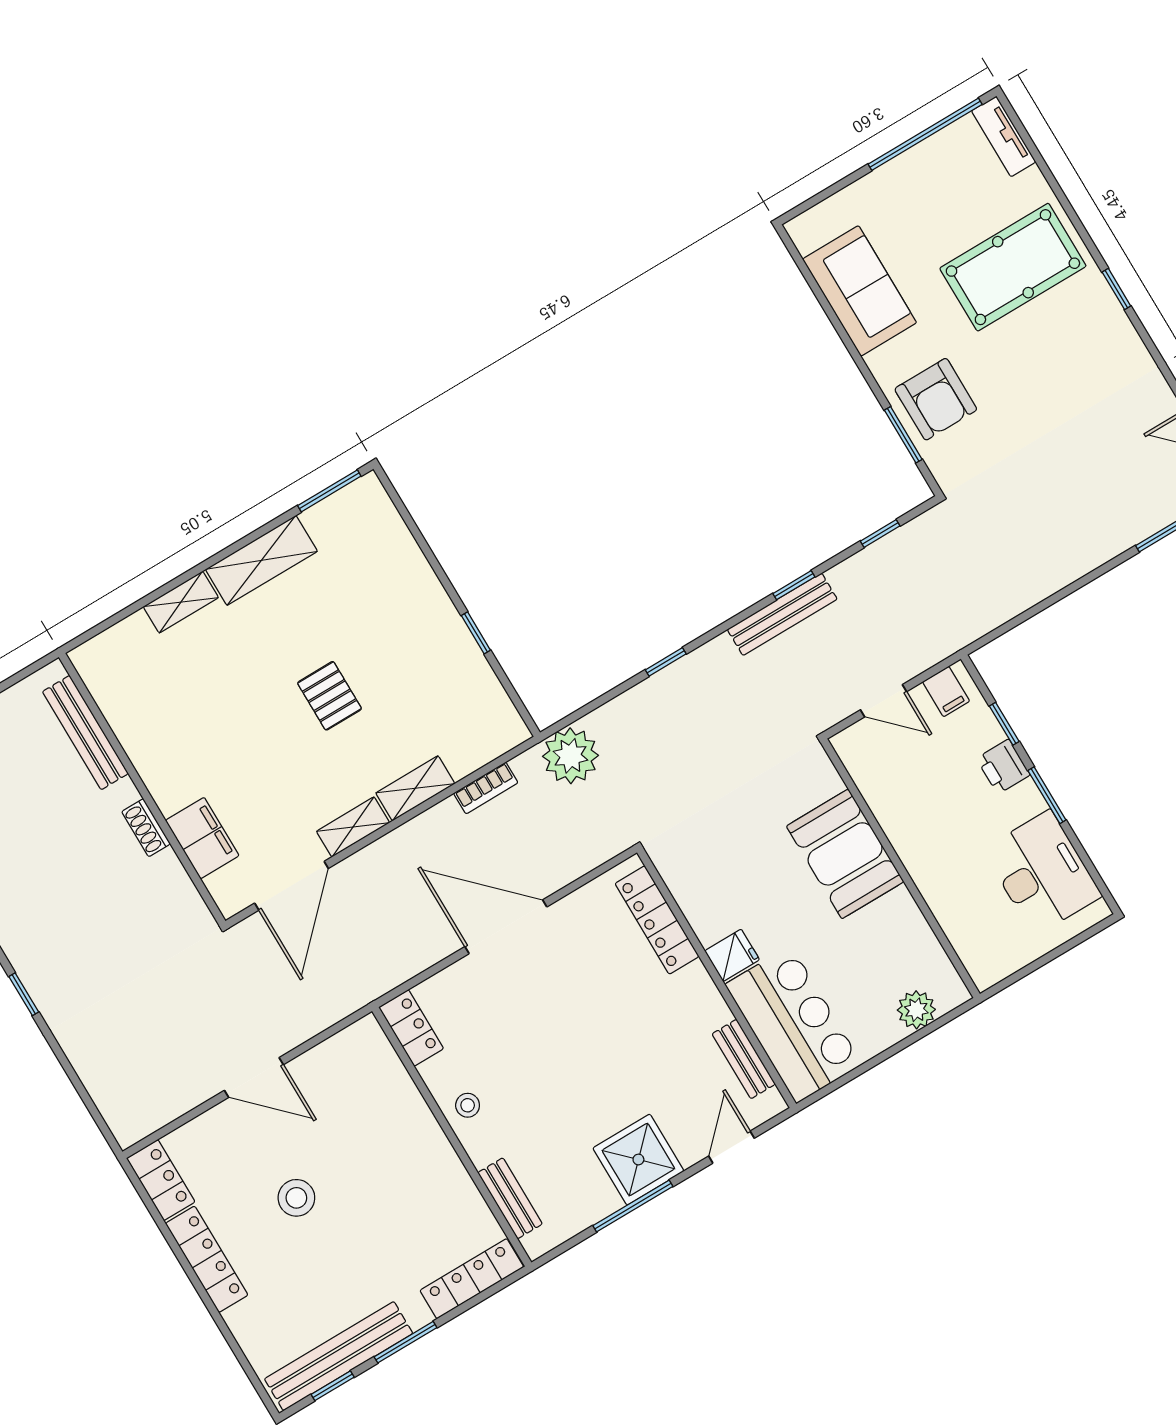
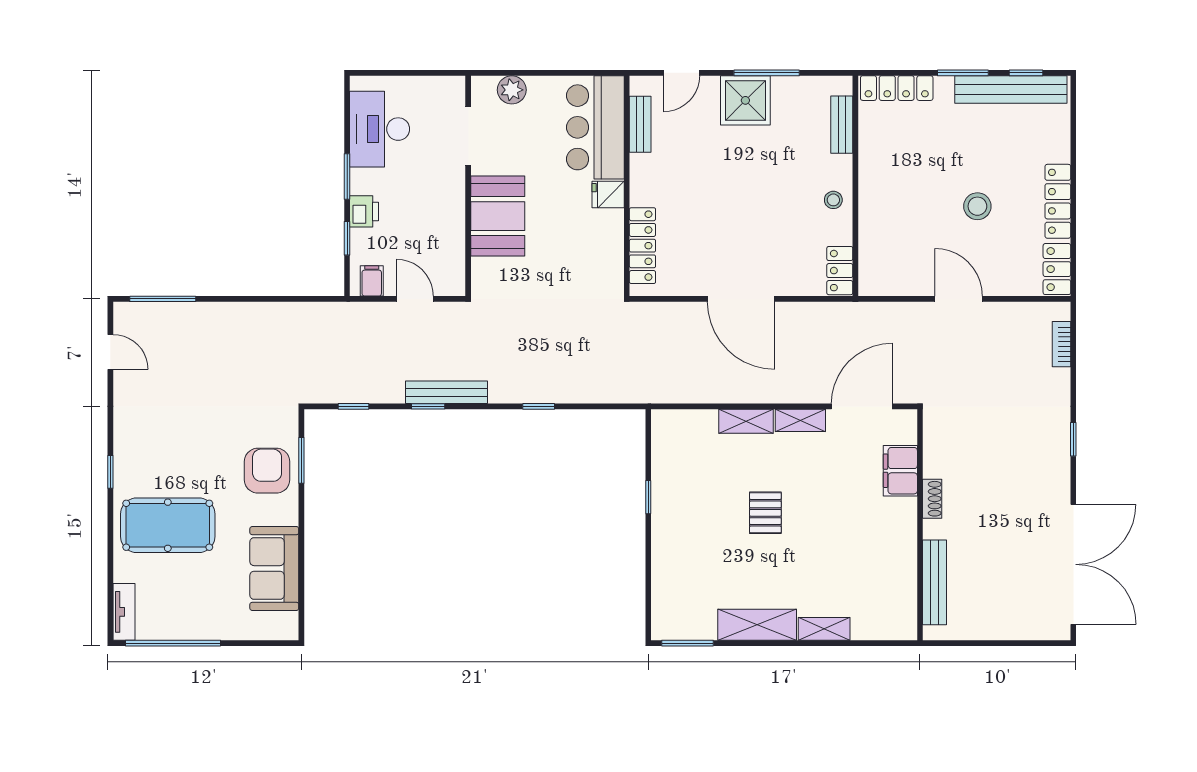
plant: (570, 756) -> (635, 383), removed
bookcase: (486, 788) -> (1062, 344), moved, turned -90
doorway: (935, 926) -> (468, 136), added

